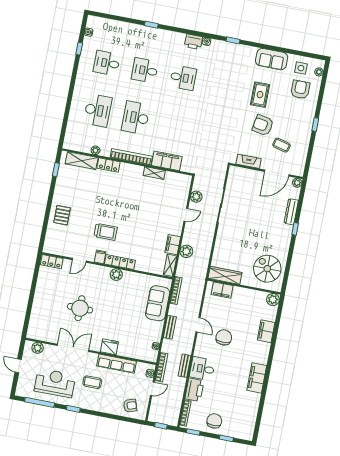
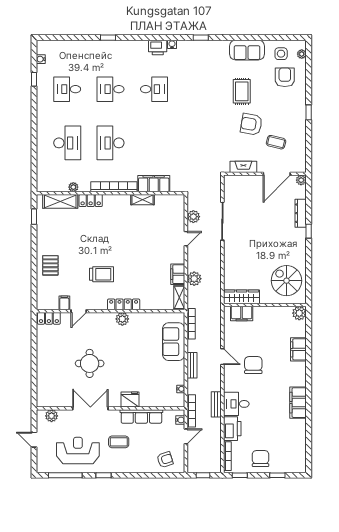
filing cabinet: (100, 257) -> (64, 303), moved

